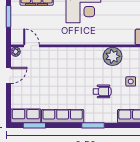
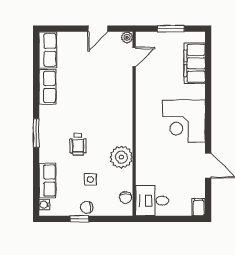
door: (9, 75) -> (98, 29), hinge flipped
row of seats: (63, 116) -> (48, 87), width x0.68
window: (34, 125) -> (36, 61), removed

